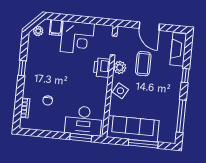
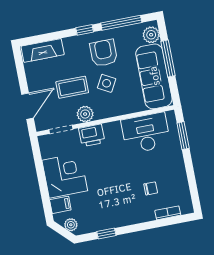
door: (149, 26) -> (28, 106), moved
window: (22, 68) -> (106, 234), moved
window: (185, 75) -> (85, 30), moved
side table: (120, 91) -> (107, 83), moved
armchair: (162, 96) -> (104, 53), added
desk: (84, 121) -> (146, 133), moved, turned -90
plant: (165, 136) -> (151, 35), added

